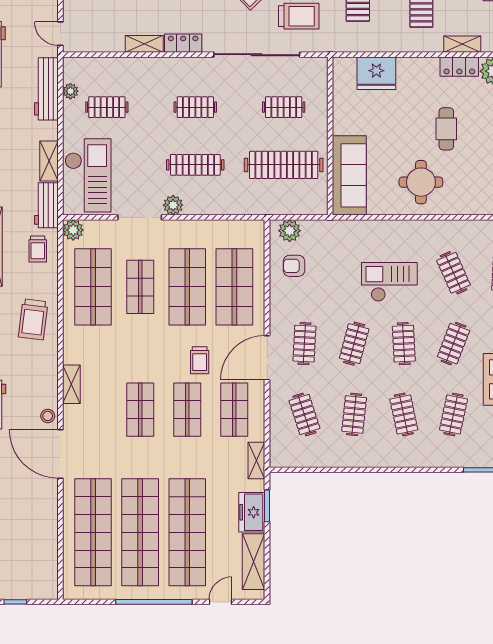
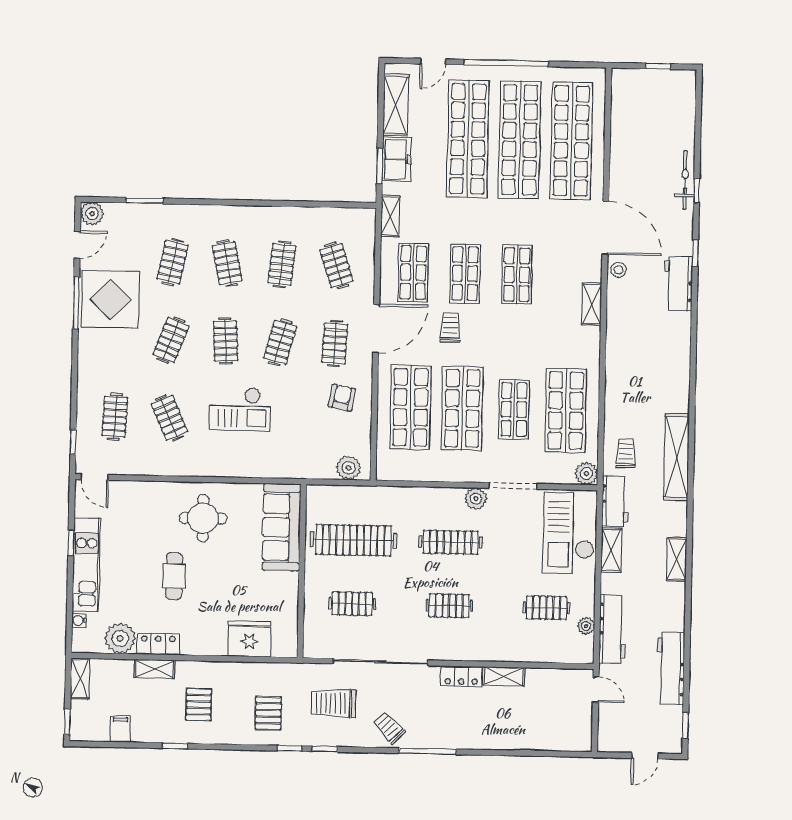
armchair: (294, 266) -> (342, 398), moved, turned -79
trolley: (33, 319) -> (632, 376), removed

